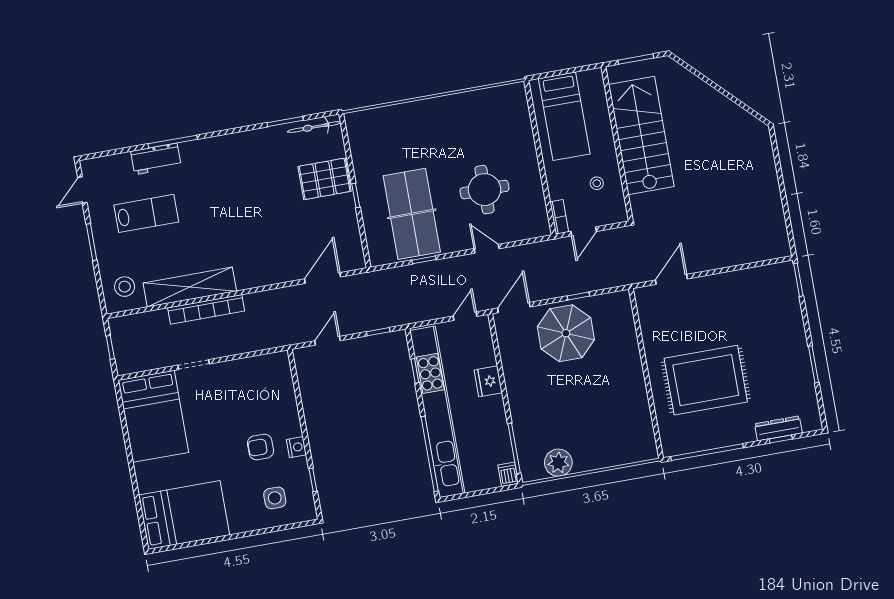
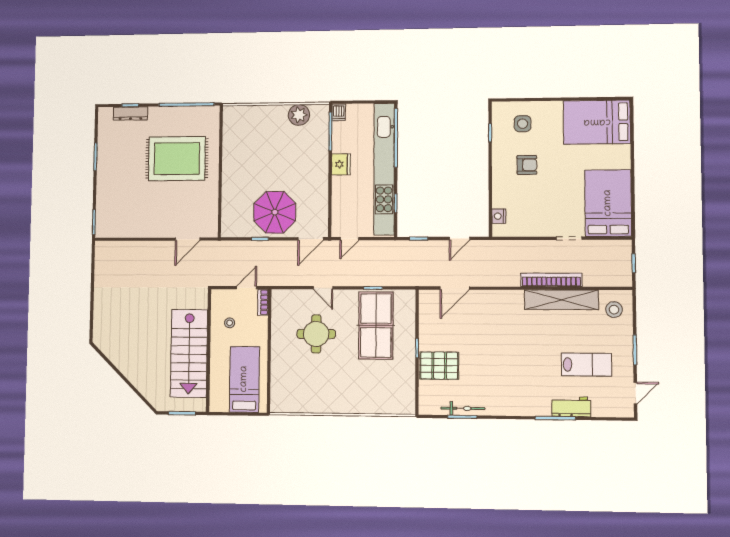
bicycle: (314, 127) -> (463, 408), moved
lab bench: (146, 213) -> (586, 365), turned 180
fridge: (488, 381) -> (341, 164), moved
nightstand: (296, 447) -> (499, 216), moved

